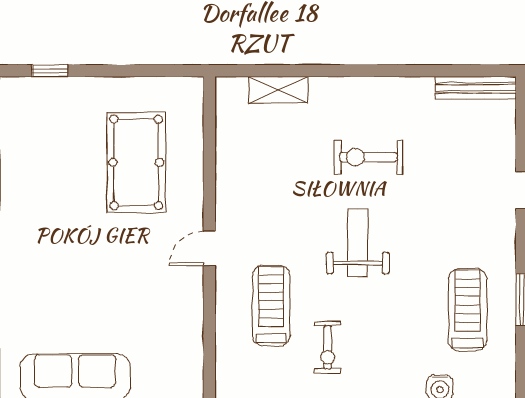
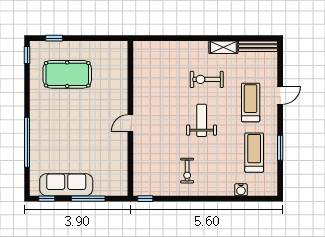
shelving: (278, 90) -> (223, 47), moved
pool table: (136, 162) -> (67, 74), moved, turned 90
treadmill: (271, 306) -> (251, 102), moved

